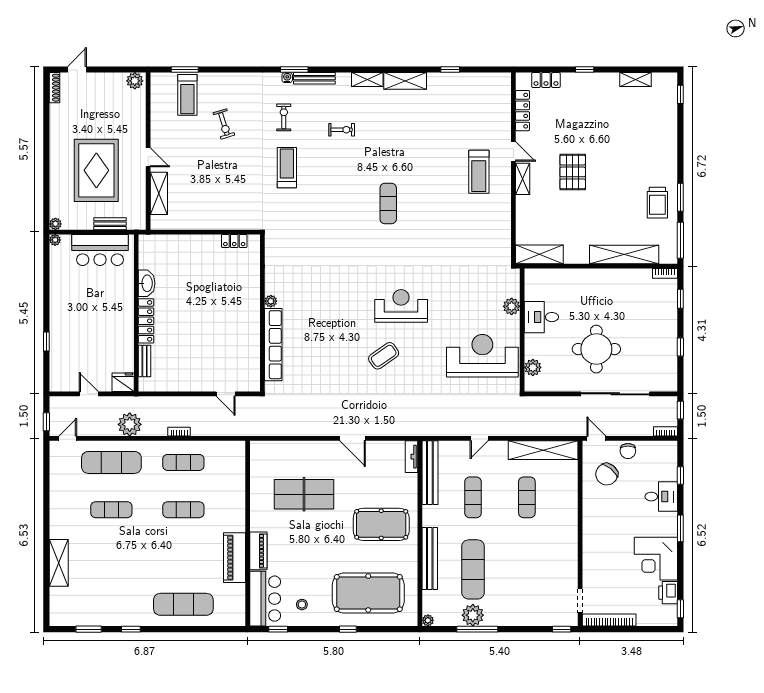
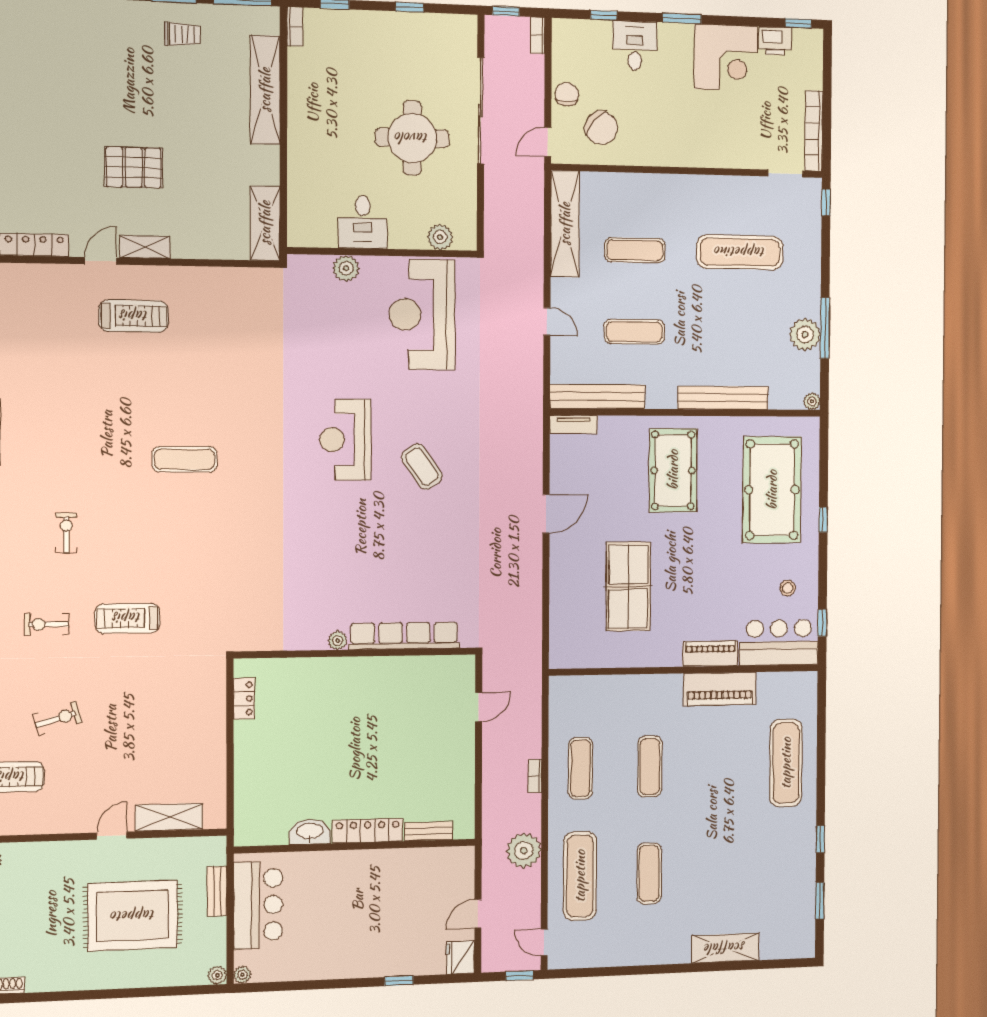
trolley: (657, 203) -> (183, 34), width x0.73, depth x0.72
fridge: (123, 382) -> (460, 957), moved
chair: (628, 451) -> (567, 94), turned -90
exercise mat: (473, 569) -> (740, 252), moved

